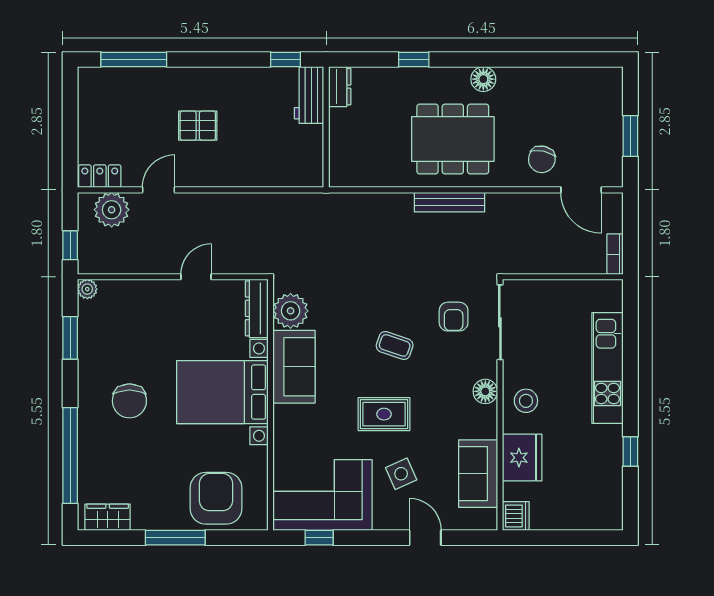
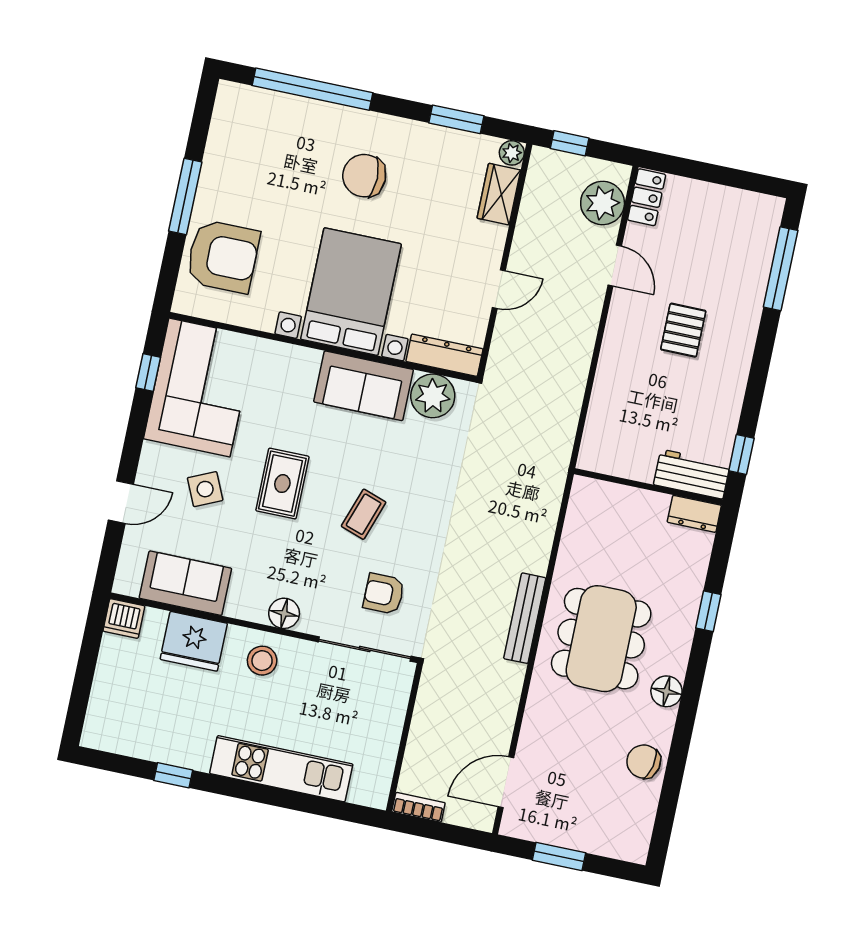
chair: (542, 159) -> (644, 762), moved
door: (196, 277) -> (499, 289), hinge flipped
wardrobe: (108, 517) -> (499, 194), moved, turned 180

